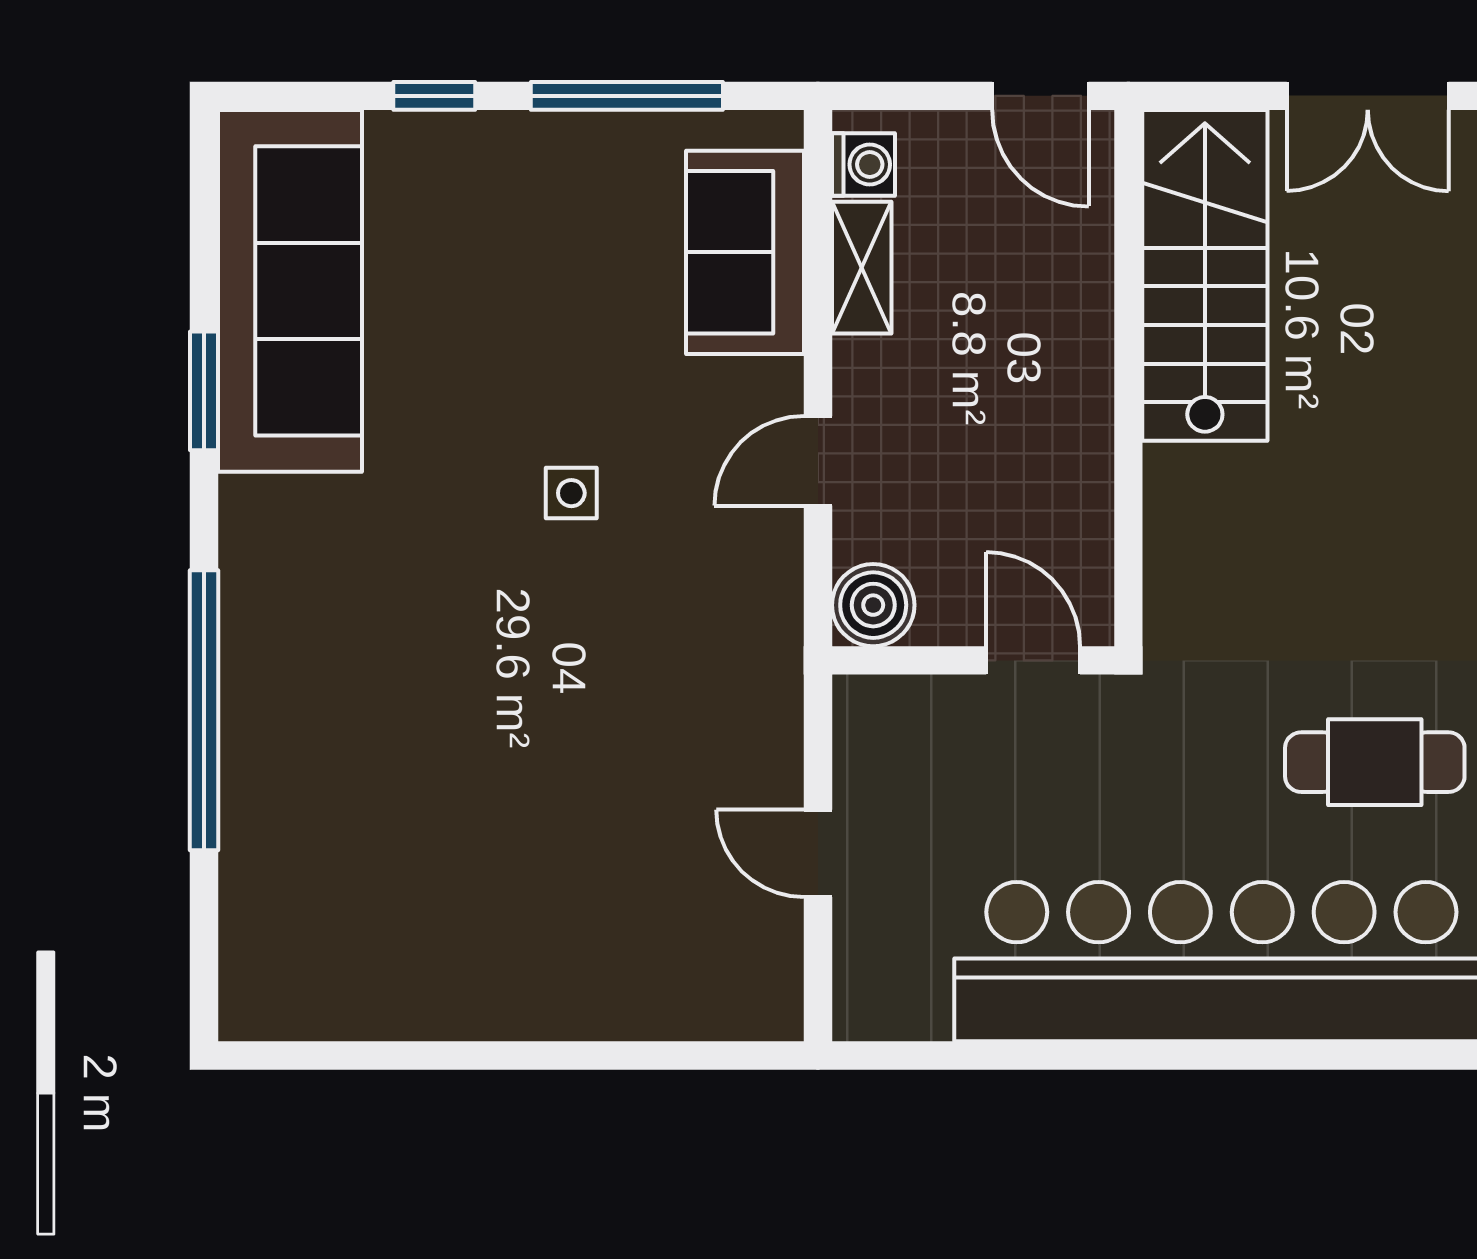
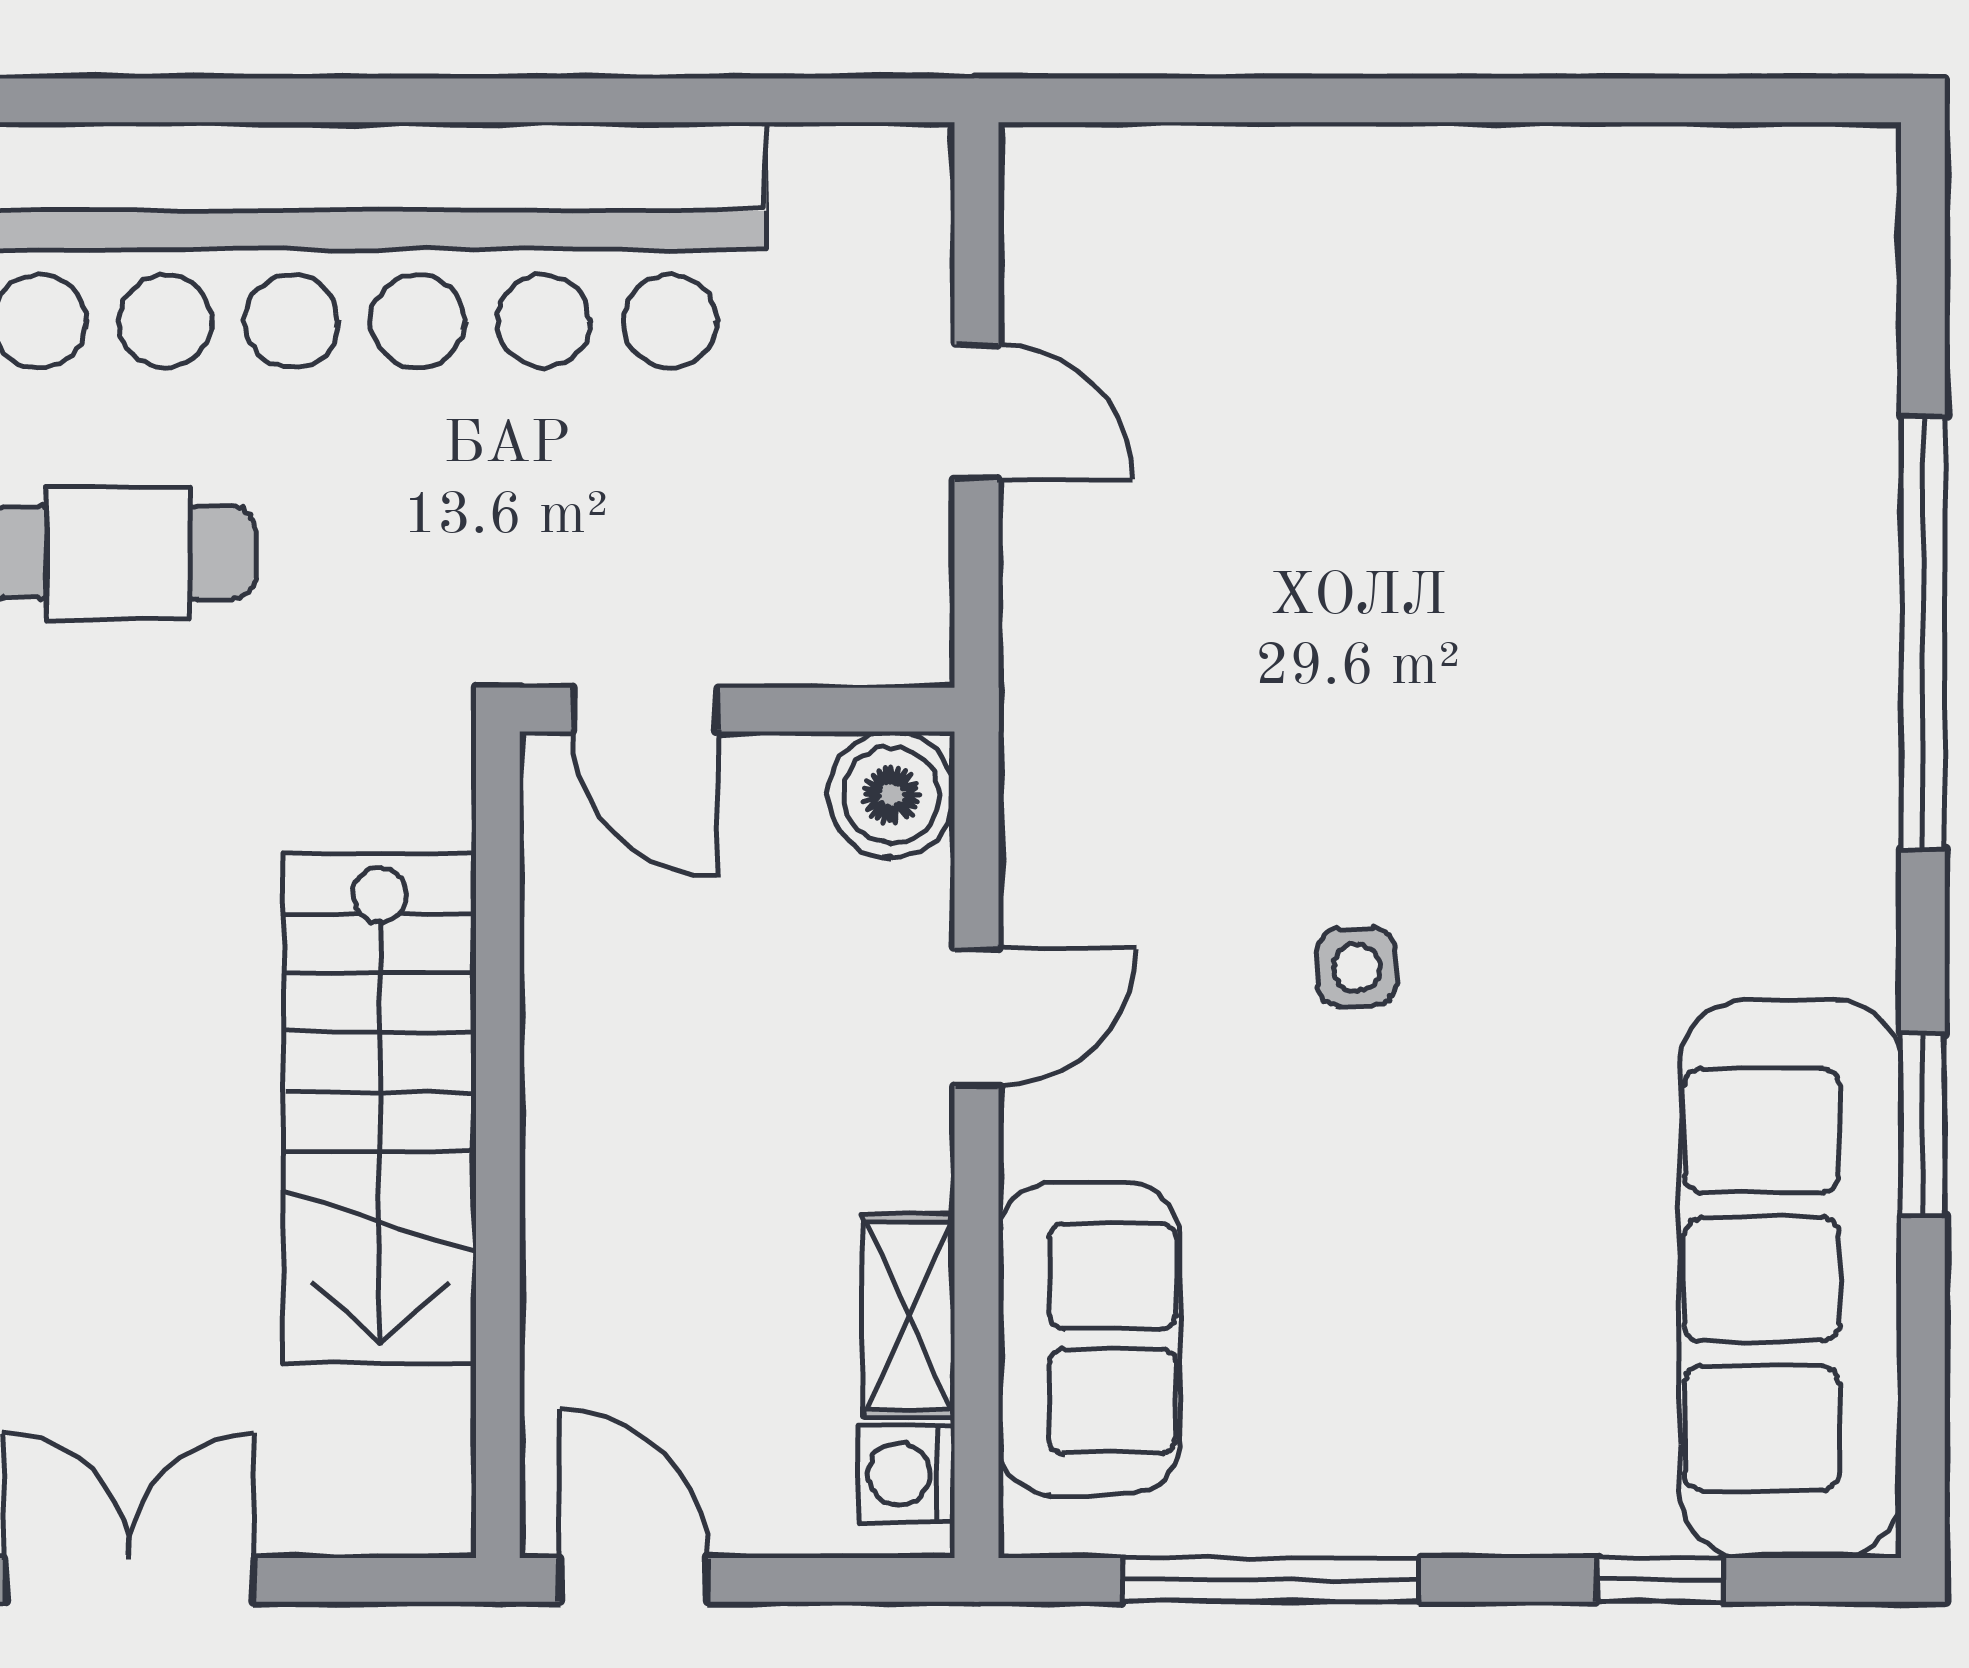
window: (434, 96) -> (1659, 1580), moved
stairs: (1205, 275) -> (380, 1109), moved

